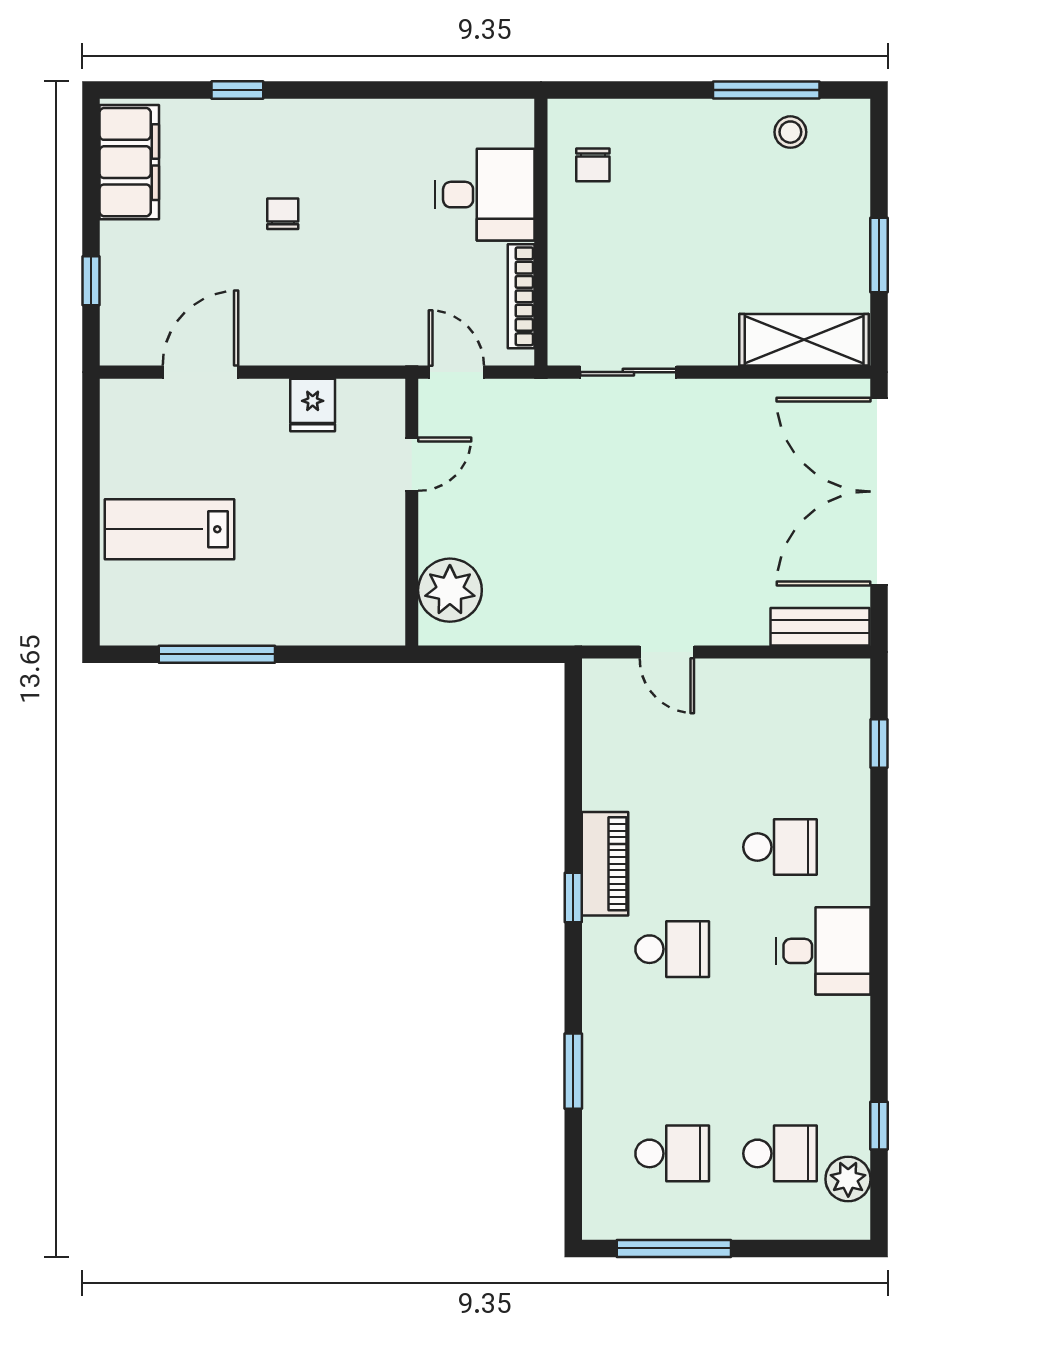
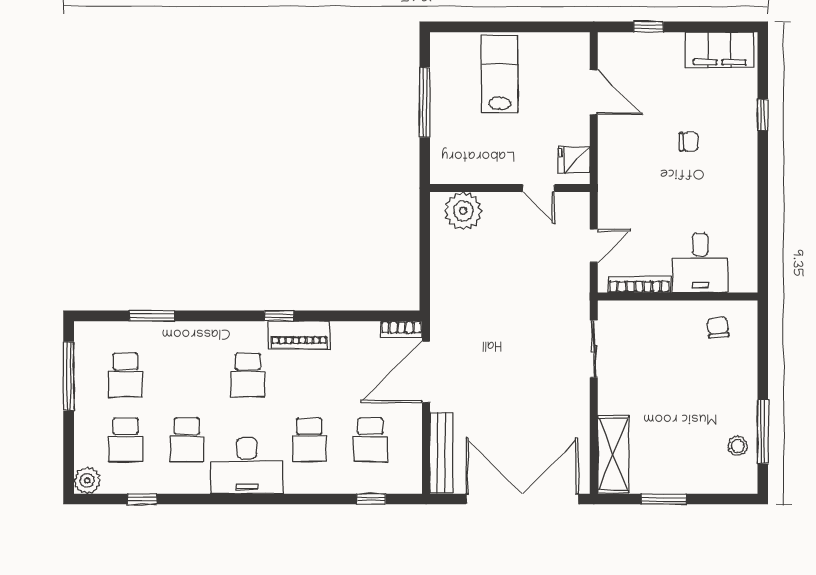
chair: (593, 165) -> (718, 328), turned 84
door: (412, 464) -> (539, 188), moved
wall: (412, 512) -> (510, 188), moved
plant: (450, 590) -> (463, 211), moved
bench: (820, 627) -> (441, 453), width x1.36
door: (667, 652) -> (426, 372), width x1.88
bookcase: (596, 693) -> (401, 329), added
school desk: (780, 745) -> (370, 440), added
desk: (823, 951) -> (247, 466), width x1.37
school desk: (780, 1051) -> (187, 440), added
window: (573, 1071) -> (152, 316), moved
plant: (848, 1179) -> (87, 480), moved

